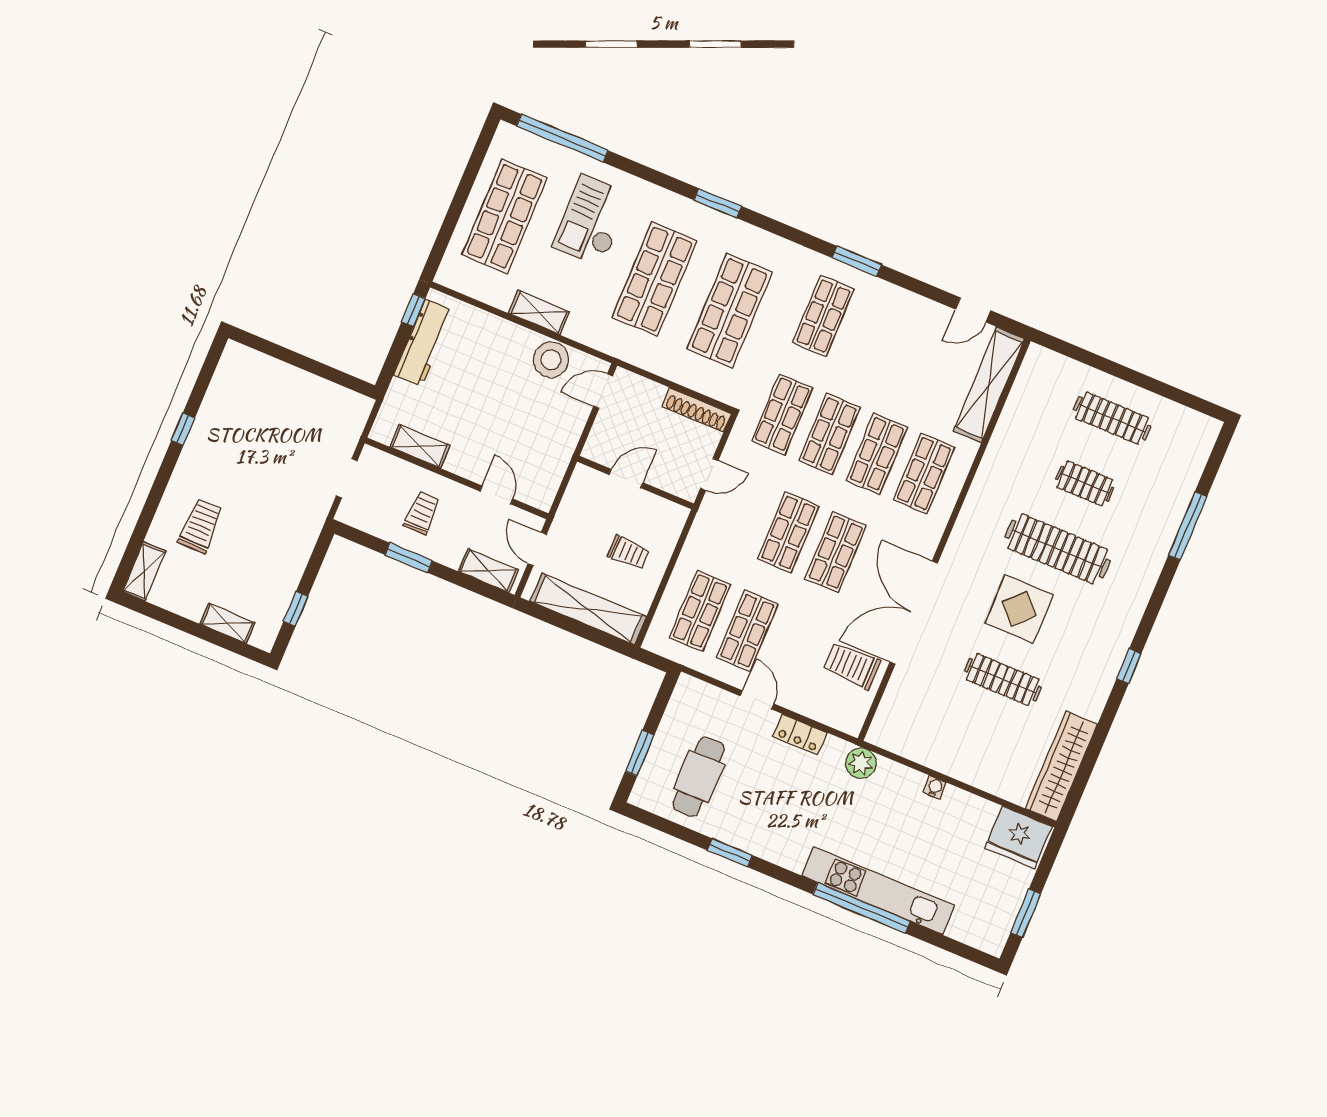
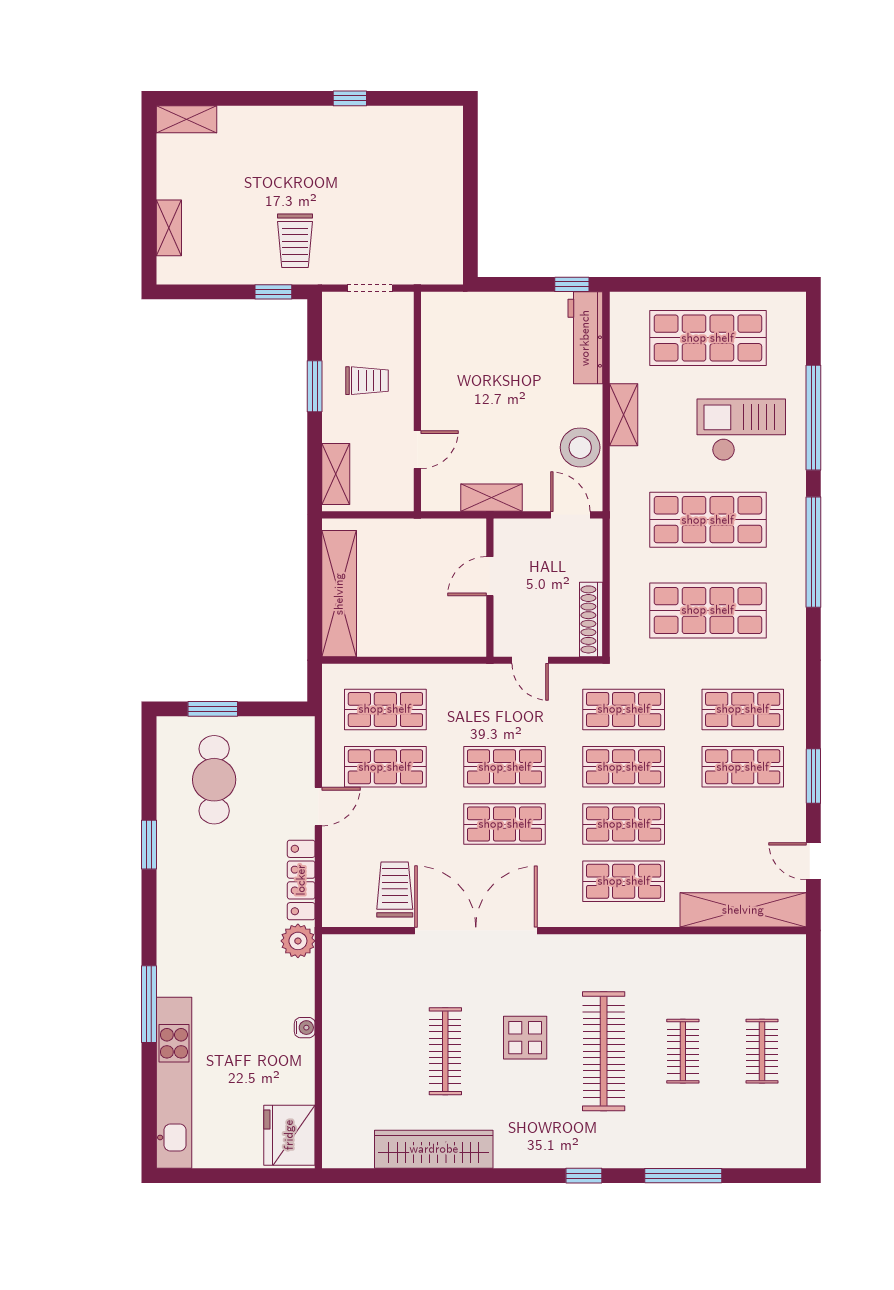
window: (562, 138) -> (813, 418), moved
window: (718, 203) -> (813, 552), width x2.11
window: (857, 261) -> (813, 776), moved
shop shelf: (871, 336) -> (743, 767), added
workbench: (424, 343) -> (585, 338), moved, turned 90
clothes rail: (1112, 418) -> (762, 1051), width x0.73
shelving: (420, 446) -> (491, 498), moved, turned 90
door: (626, 479) -> (490, 576), swing flipped
trolley: (201, 526) -> (295, 241), moved, turned 90
door: (537, 549) -> (379, 515), removed
trolley: (629, 552) -> (415, 611), removed
window: (296, 609) -> (273, 292), moved
display table: (1019, 609) -> (525, 1038), width x0.73, depth x0.73
window: (1129, 666) -> (584, 1176), moved
locker: (800, 734) -> (301, 880), width x1.53
wardrobe: (1061, 766) -> (434, 1149), moved
cafe table: (699, 777) -> (214, 780), turned 90
kitchen unit: (878, 891) -> (174, 1083), moved
window: (862, 908) -> (149, 1004), width x0.68
window: (1026, 913) -> (214, 1176), removed

